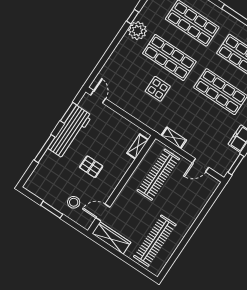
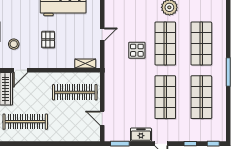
door: (98, 97) -> (102, 34), moved
shelving: (174, 138) -> (109, 86), removed
door: (103, 213) -> (20, 70), swing flipped

